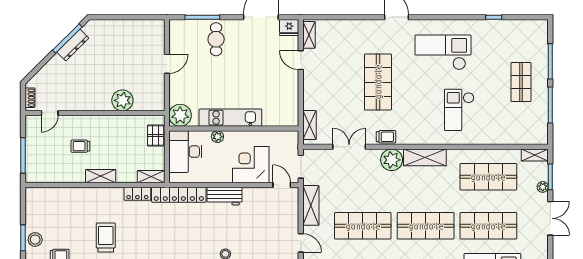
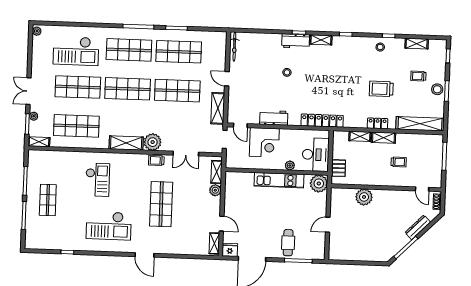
dresser: (73, 45) -> (418, 227), moved
plant: (310, 102) -> (215, 190), added
door: (50, 113) -> (422, 189), swing flipped
shelving: (151, 177) -> (360, 136), moved
locker: (137, 194) -> (378, 123), moved
shelving: (55, 195) -> (420, 124), added
workbench: (224, 196) -> (274, 118), moved
trolley: (106, 238) -> (381, 89), turned 90

